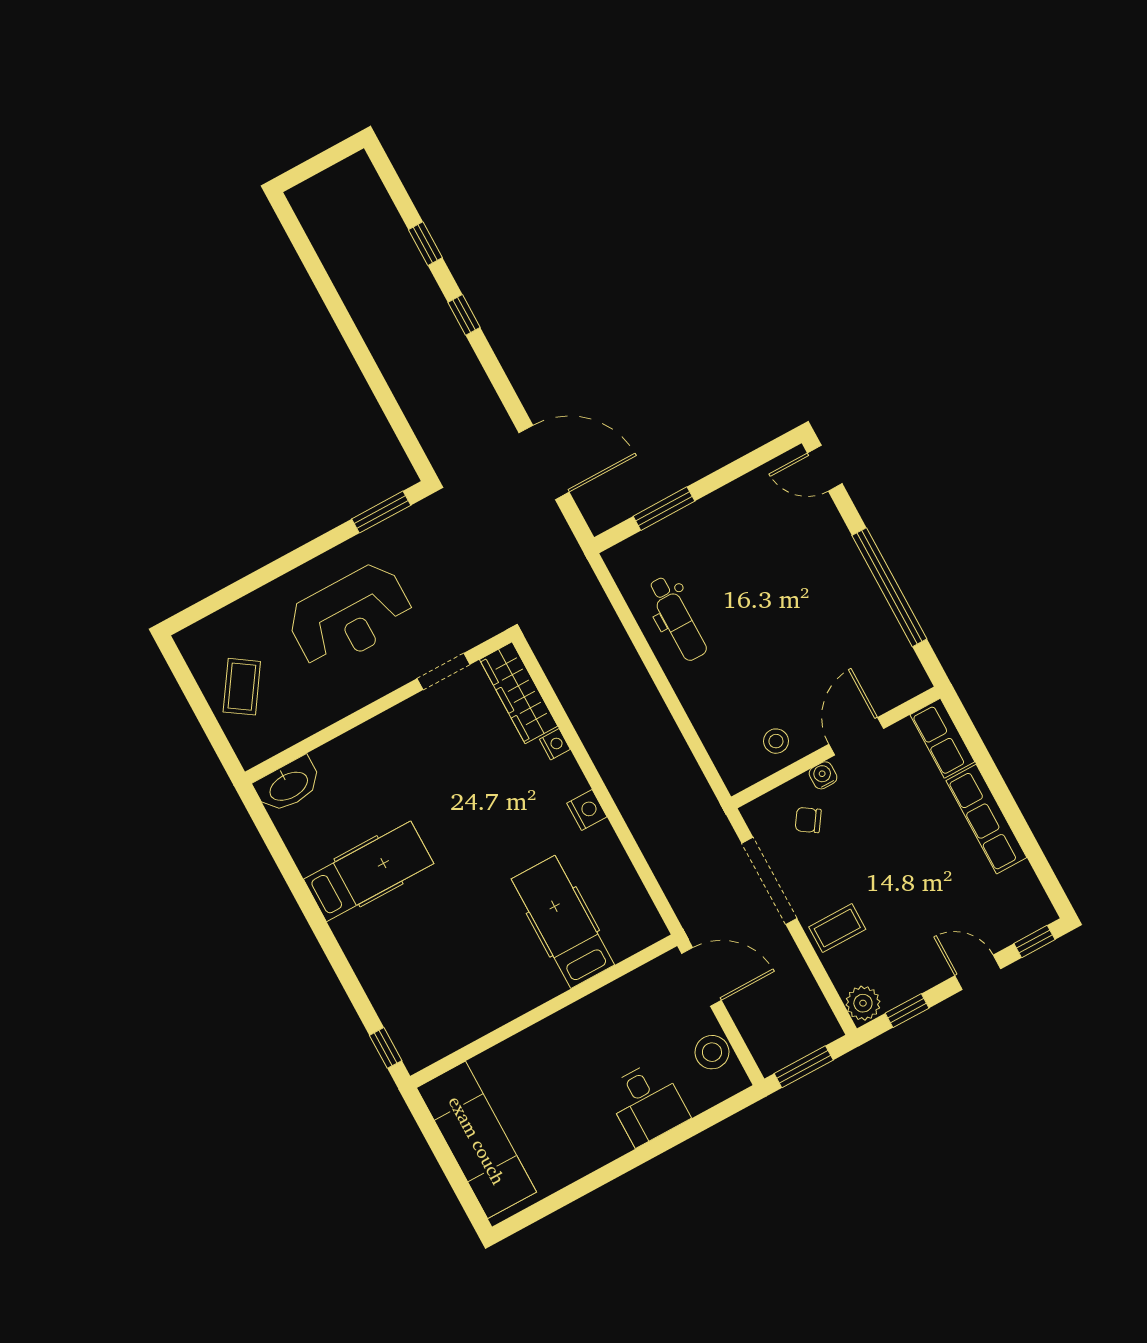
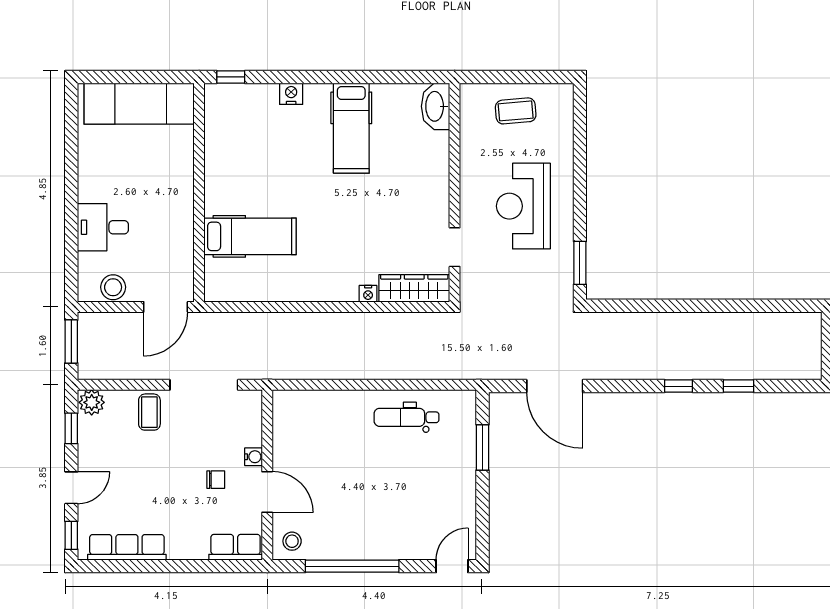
door: (544, 462) -> (555, 386), hinge flipped
coffee table: (242, 687) -> (516, 111), turned -39
stool: (776, 741) -> (292, 541), moved
nightstand: (587, 810) -> (291, 94), moved, turned 180
row of seats: (986, 819) -> (127, 547), moved
chair: (808, 820) -> (216, 480), moved, turned 56

